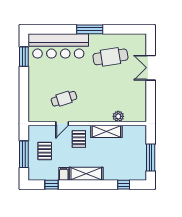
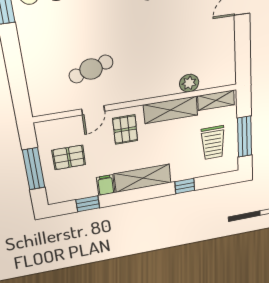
shelving: (134, 130) -> (216, 100), added
pallet: (45, 151) -> (69, 157), turned 90
trolley: (131, 158) -> (213, 143), added
window: (124, 185) -> (185, 186), moved

